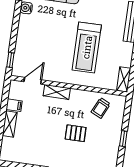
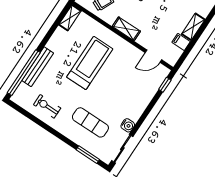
shelving: (57, 92) -> (126, 29), moved

